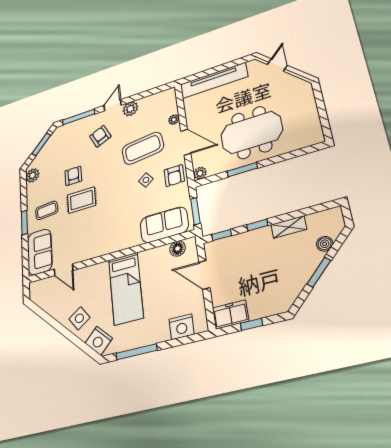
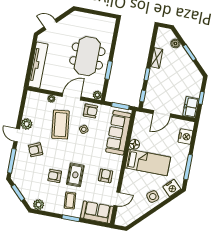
sofa: (164, 225) -> (118, 133), width x1.36
armchair: (91, 239) -> (106, 176), added
floor lamp: (178, 249) -> (135, 144), moved

